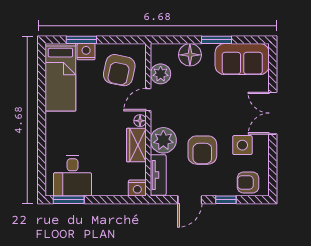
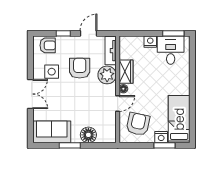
plant: (161, 74) -> (109, 122), removed
nightstand: (137, 188) -> (150, 42), moved

